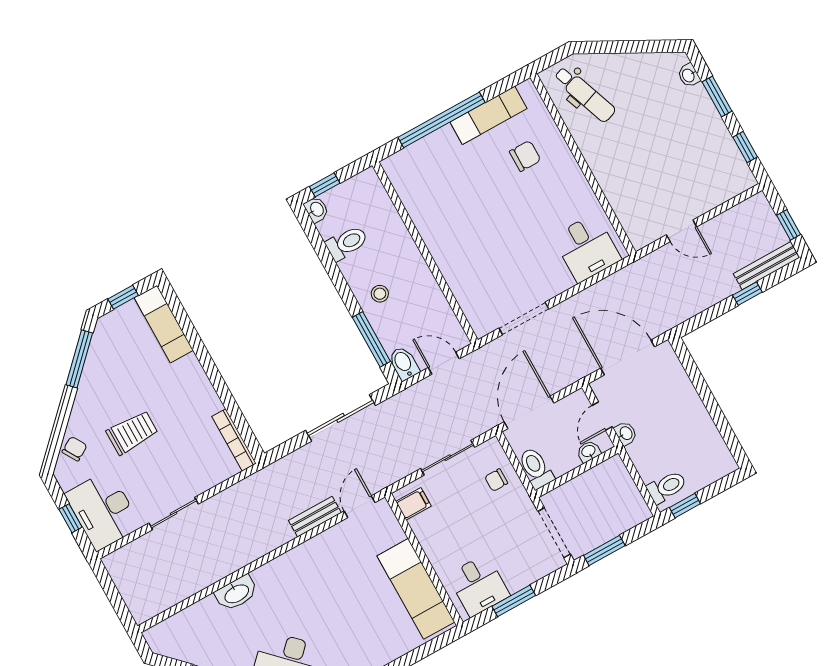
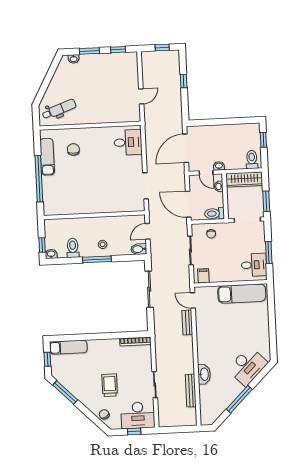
bench: (767, 266) -> (191, 391), moved
window: (371, 339) -> (97, 259), moved
wardrobe: (624, 492) -> (244, 179), added
window: (685, 506) -> (263, 140), moved

